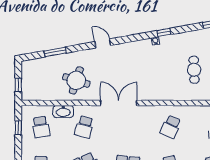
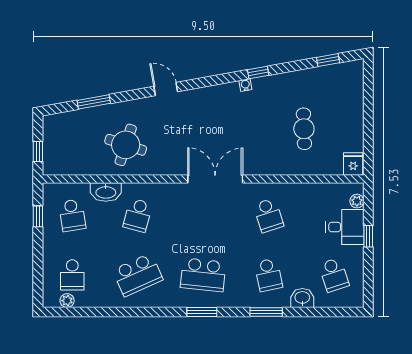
double door: (119, 103) -> (215, 179), moved
school desk: (171, 127) -> (268, 215), turned -42

